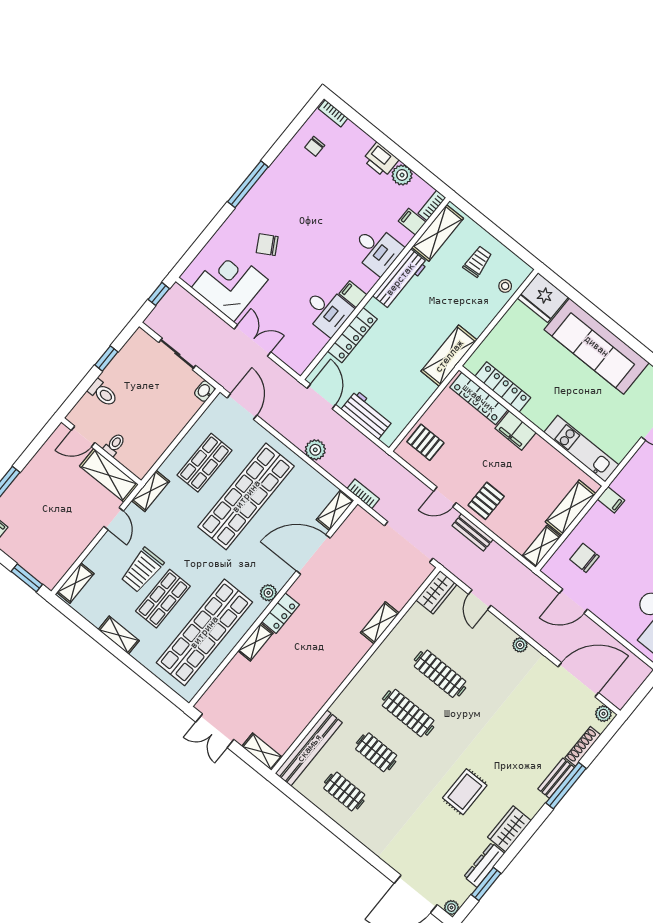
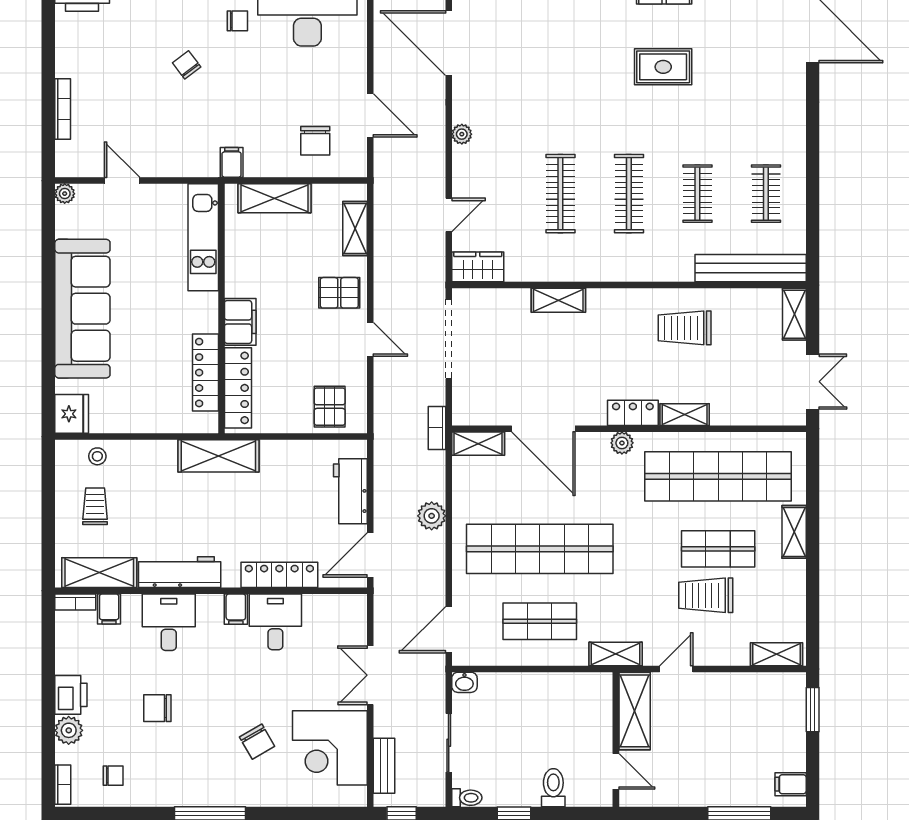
plant: (402, 175) -> (69, 730), moved
chair: (333, 203) -> (157, 708), added
trolley: (478, 261) -> (95, 506), turned 94
fridge: (543, 298) -> (72, 414), width x0.73, depth x0.75
toilet: (114, 445) -> (467, 798), moved, turned 180
bench: (473, 532) -> (384, 766), moved
shelving: (541, 546) -> (355, 228), moved, turned 90
trolley: (142, 570) -> (706, 595), turned 180
shelving: (119, 635) -> (794, 532), moved
trolley: (305, 682) -> (685, 328), added

